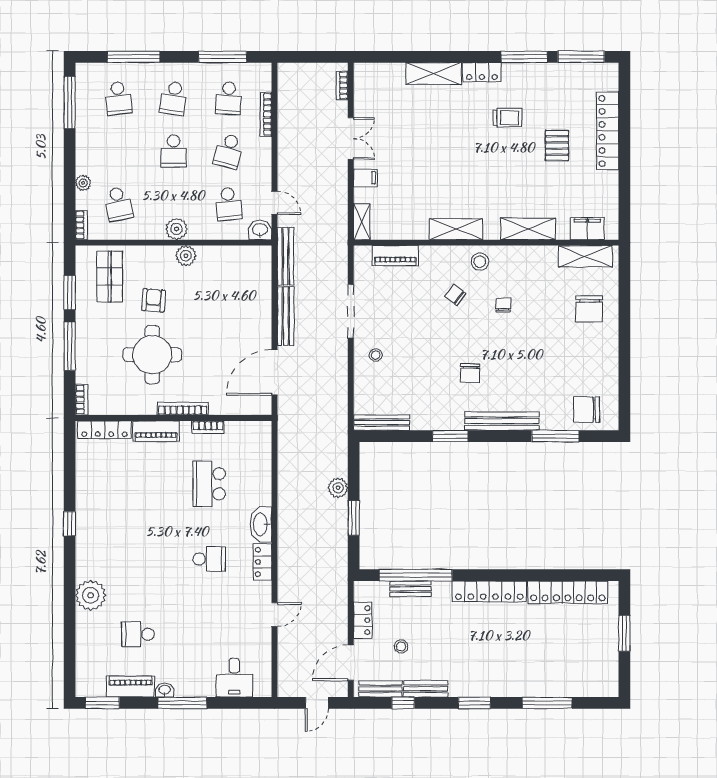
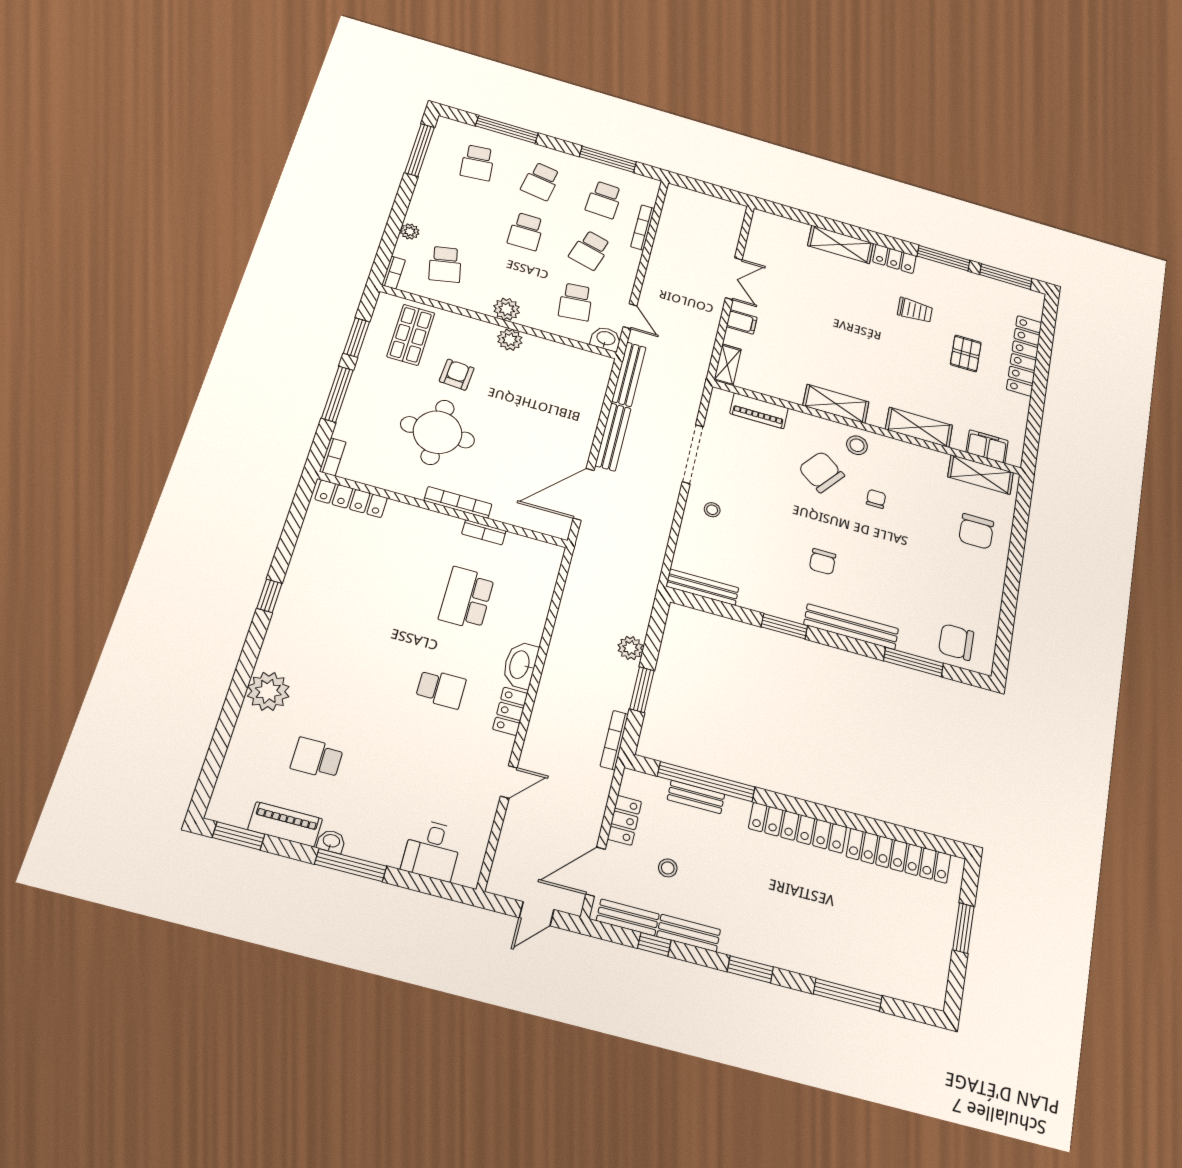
bookcase: (342, 85) -> (614, 740), moved, width x1.56
chair: (455, 295) -> (821, 472), width x1.87, depth x1.87
piano: (156, 431) -> (416, 518), removed

